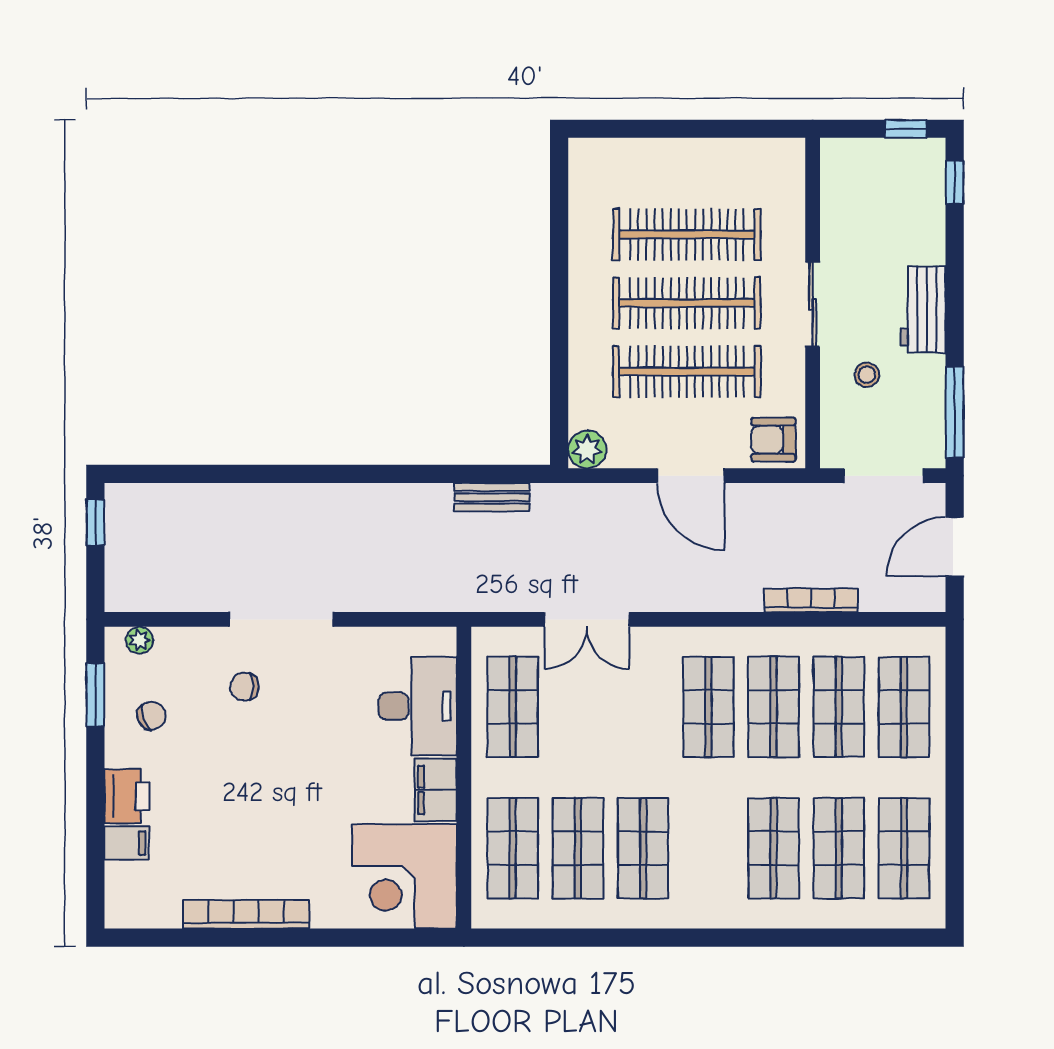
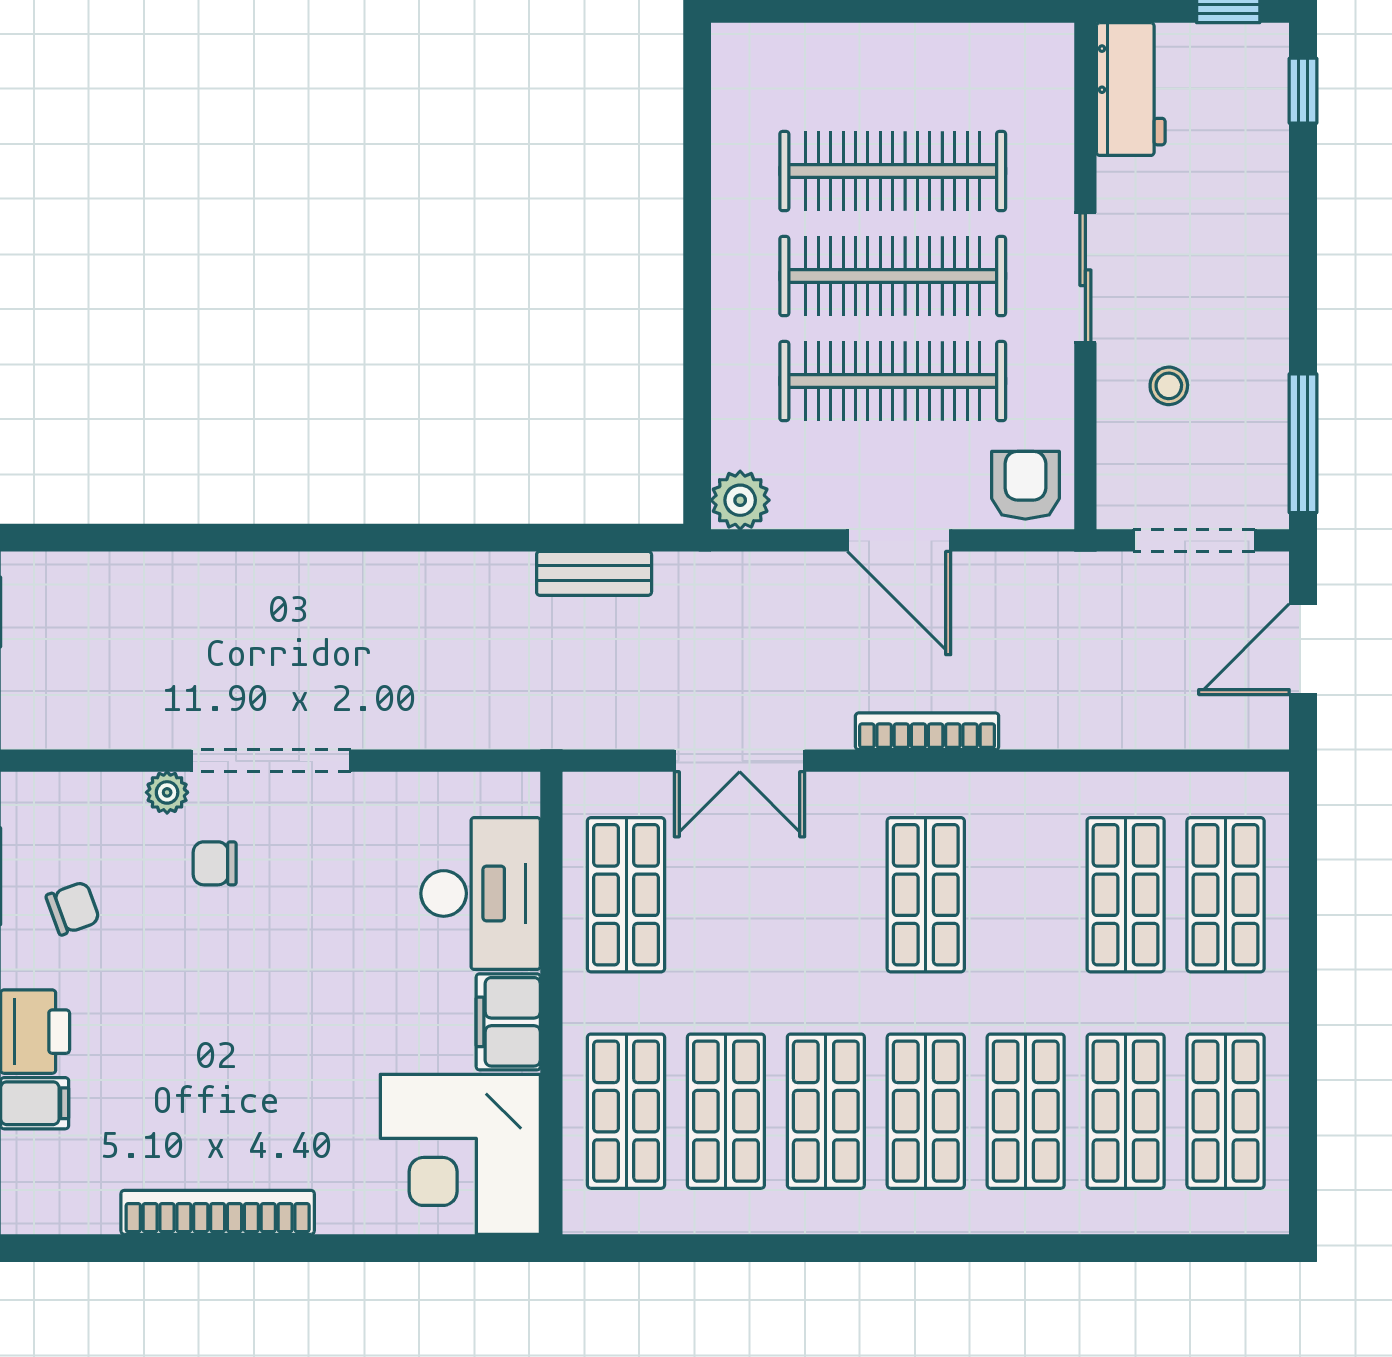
workbench: (923, 309) -> (1131, 89), moved, turned 180
armchair: (773, 440) -> (1025, 485), turned 90
bookcase: (811, 600) -> (927, 731), moved
plant: (139, 640) -> (167, 792), moved
shop shelf: (774, 707) -> (926, 1111), moved

